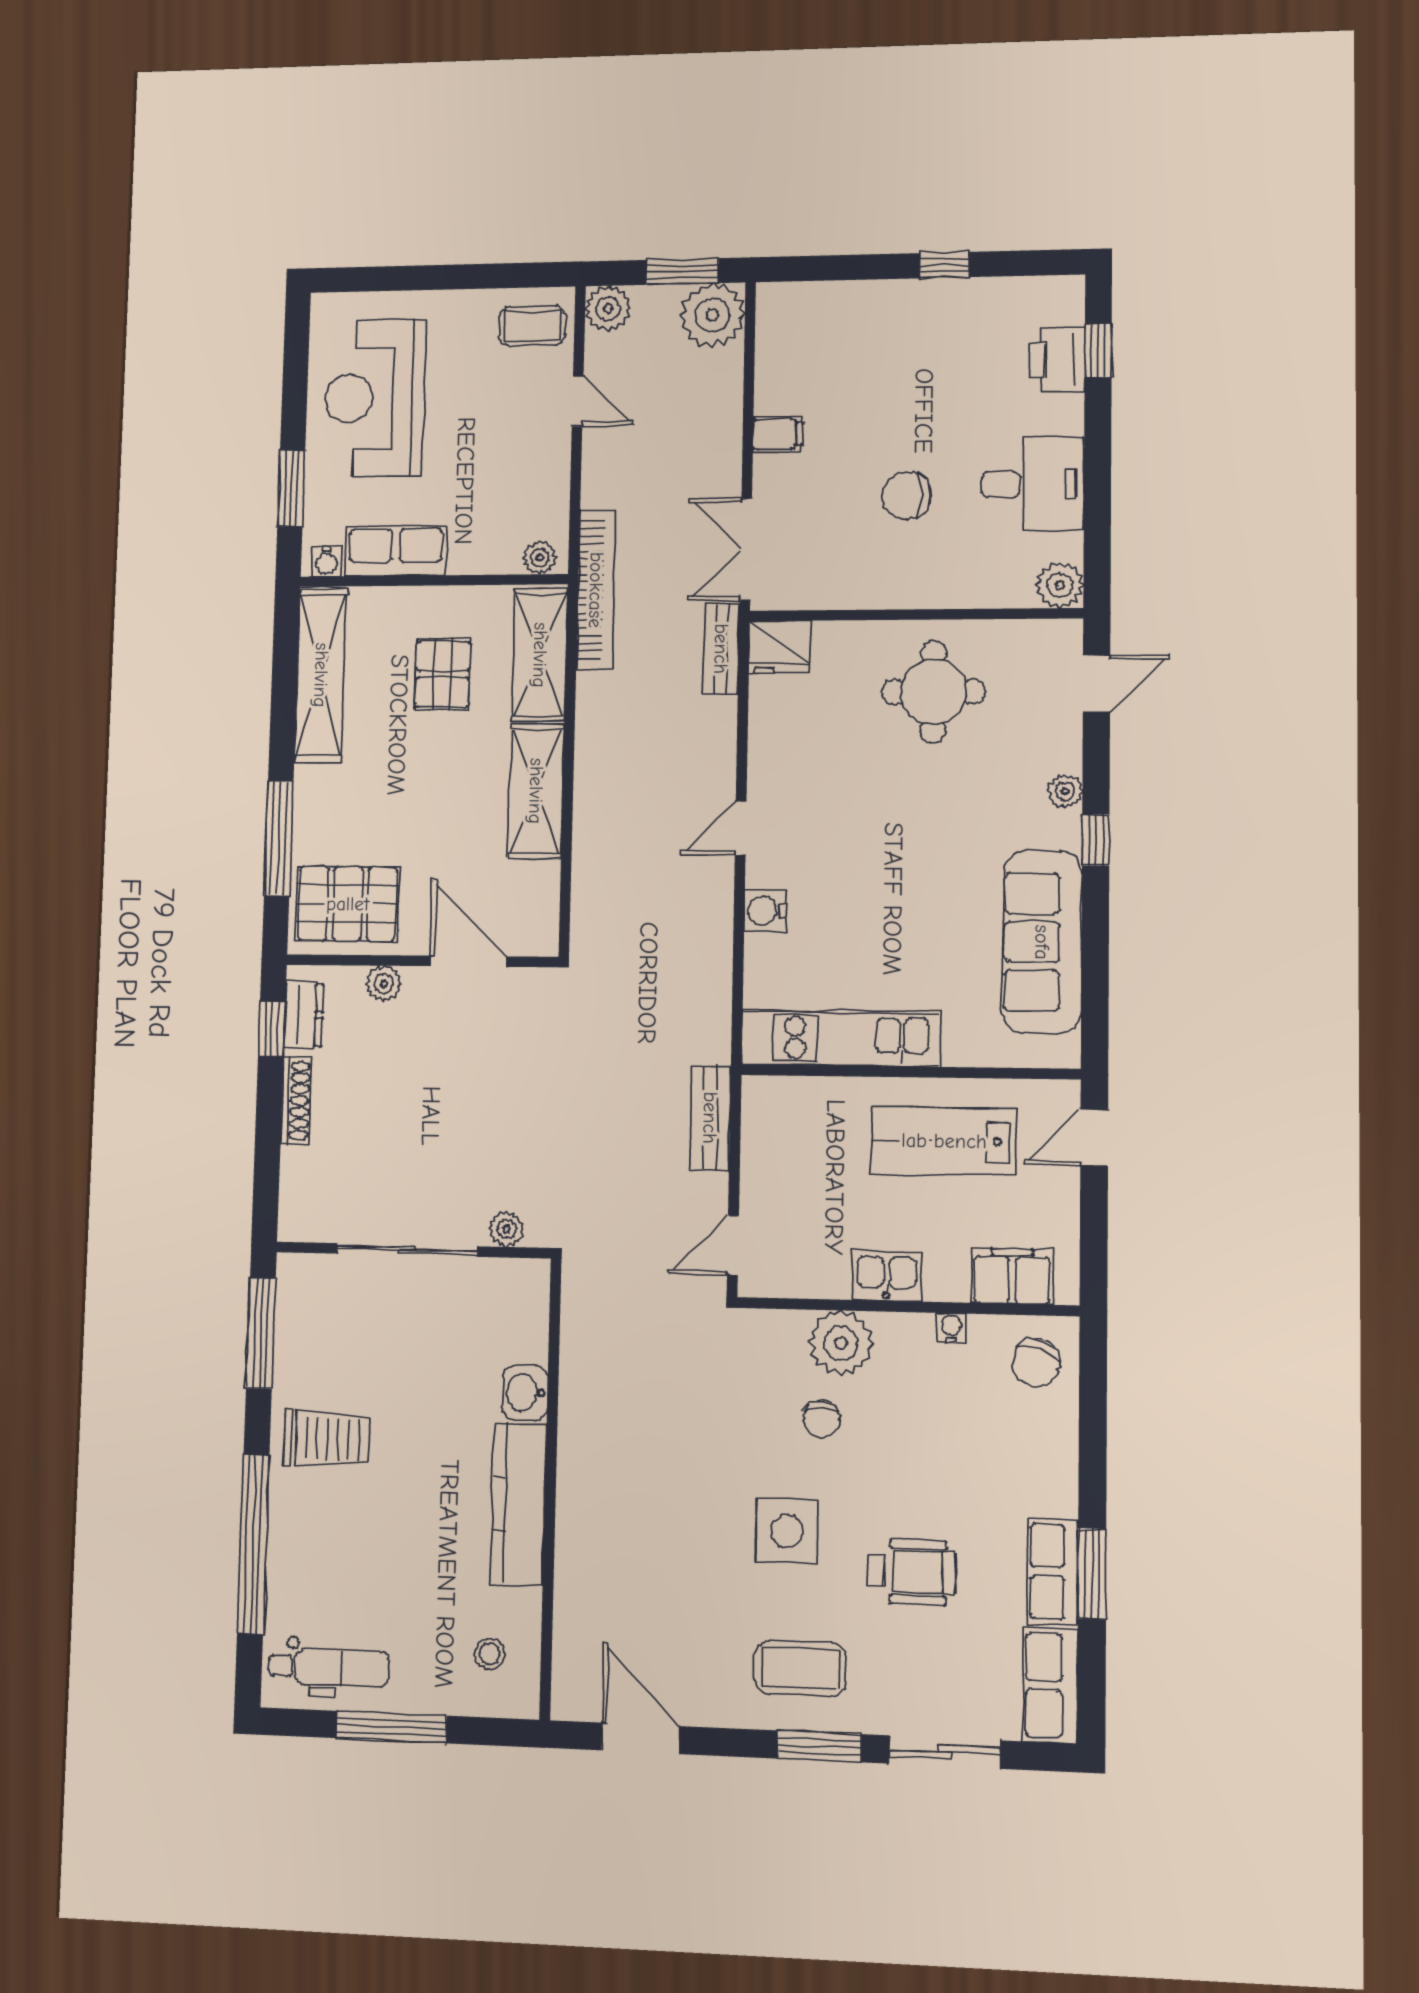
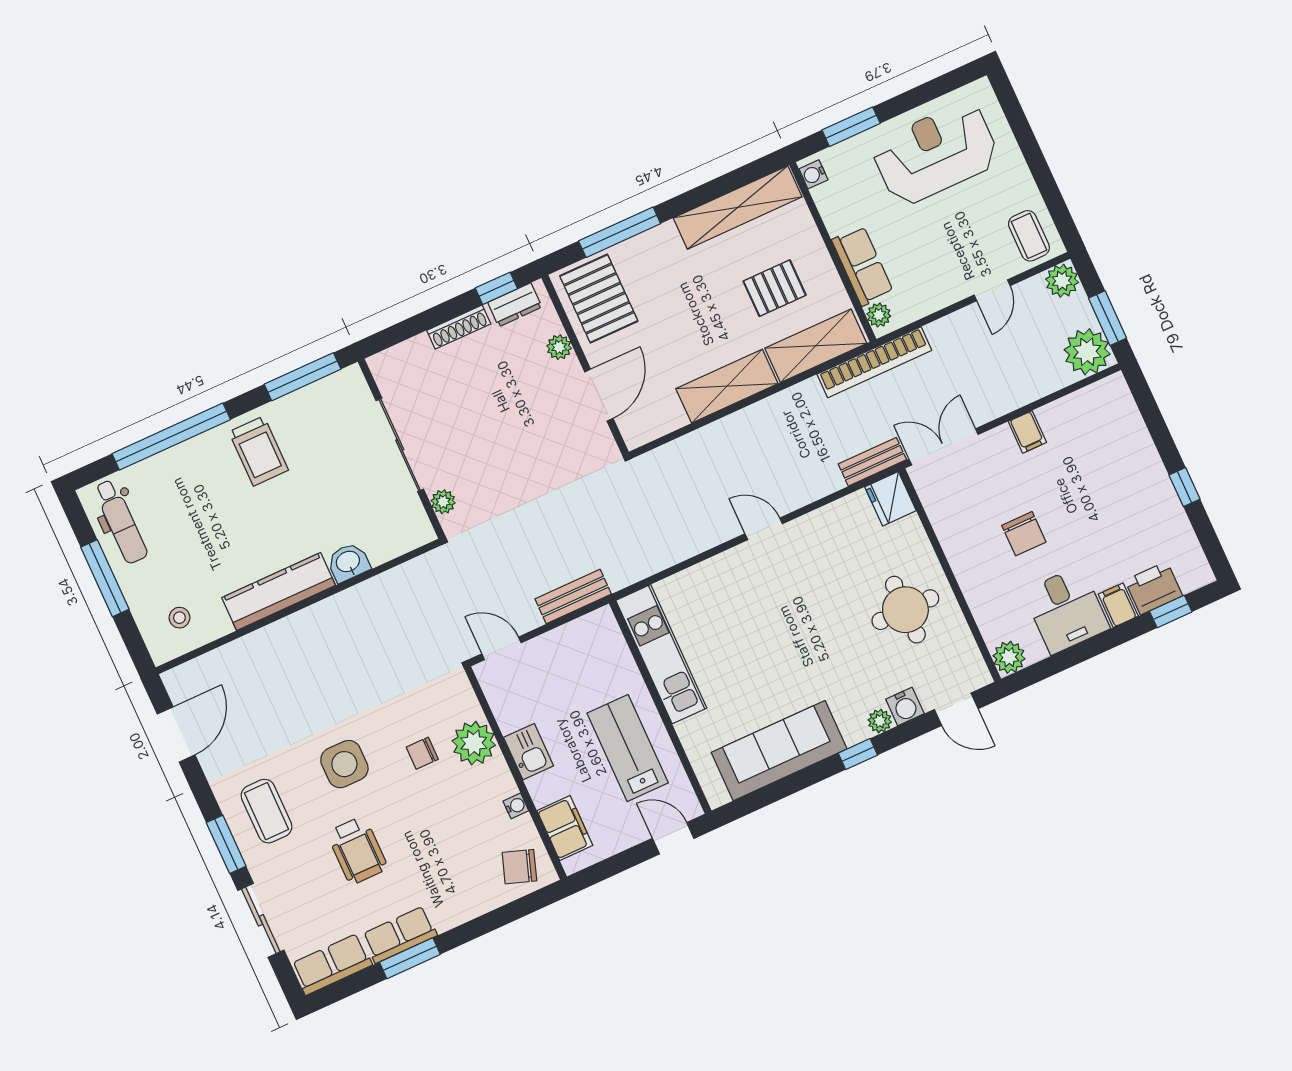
filing cabinet: (1058, 415) -> (1118, 605), added
chair: (907, 496) -> (1024, 534), turned 180
row of seats: (395, 551) -> (862, 266), moved
water cooler: (765, 911) -> (905, 706), moved, turned 180

